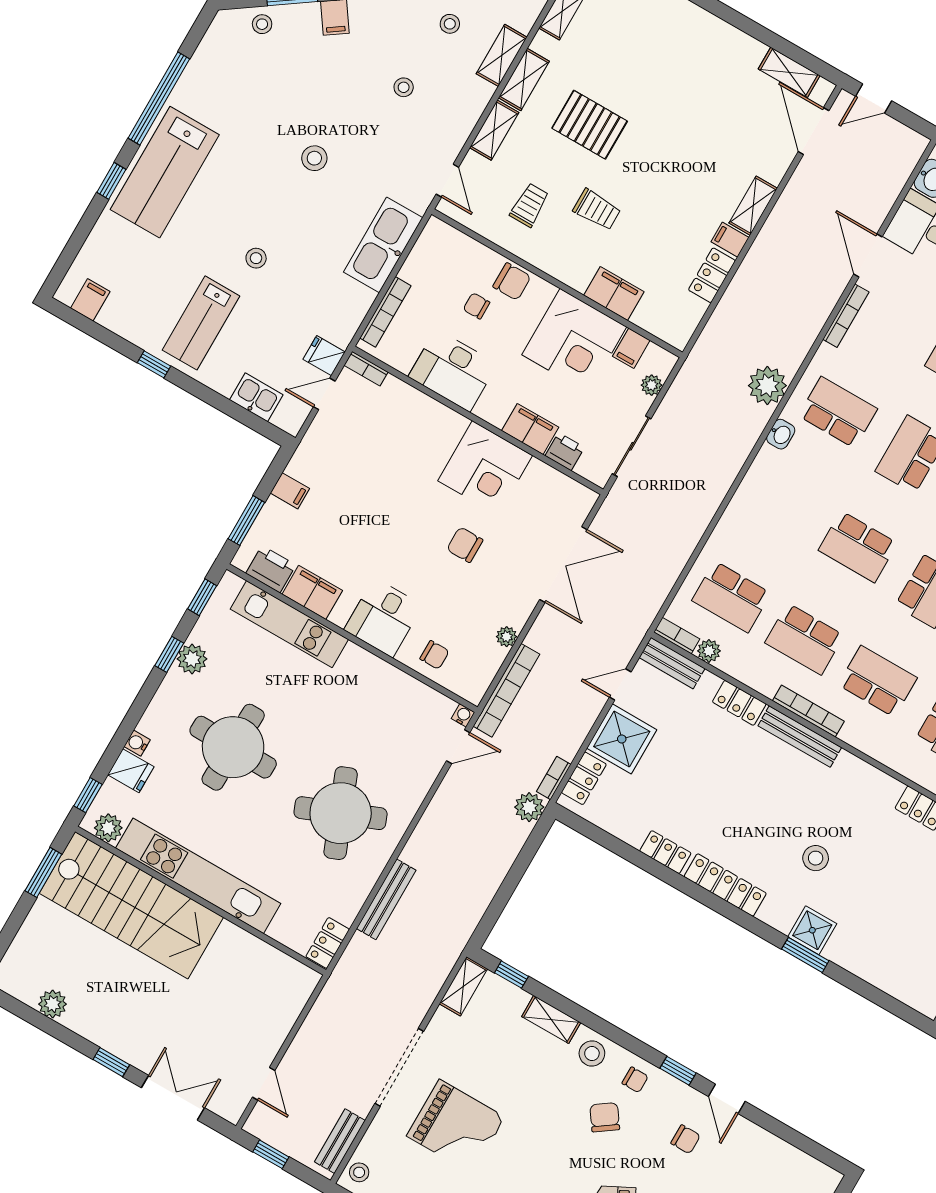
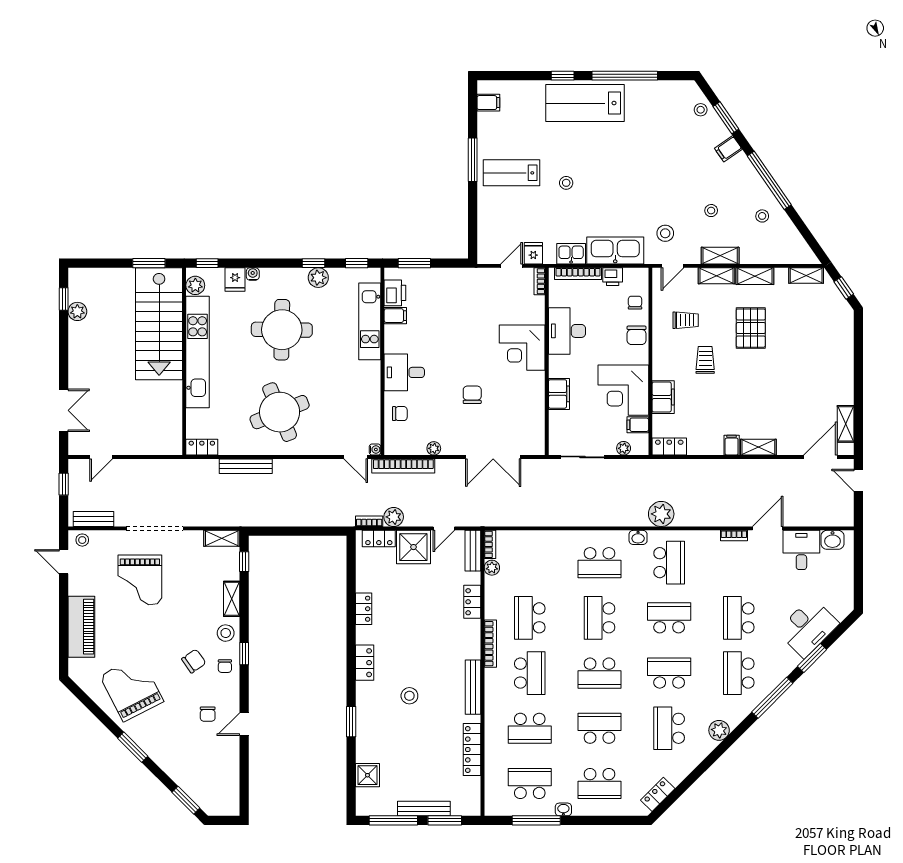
shelving: (502, 55) -> (720, 256), moved
stool: (314, 158) -> (665, 233), moved
trolley: (597, 210) -> (705, 360), turned 180
locker: (712, 275) -> (669, 447), moved
chair: (476, 306) -> (635, 303), moved
bookcase: (846, 316) -> (734, 536), width x0.64
window: (154, 364) -> (473, 160), width x2.17
door: (324, 394) -> (512, 266), hinge flipped
kitchen sink: (256, 397) -> (571, 254), moved, turned -90
printer: (565, 452) -> (613, 277), moved, turned 90
corner desk: (485, 468) -> (522, 348), moved
filing cabinet: (290, 491) -> (445, 278), removed
filing cabinet: (312, 592) -> (395, 316), width x0.50
school desk: (731, 597) -> (599, 563), moved, turned -90
chair: (434, 655) -> (400, 414), turned -90
door: (620, 685) -> (444, 528), swing flipped
bench: (800, 737) -> (473, 687), moved
plant: (529, 807) -> (394, 517), moved
locker: (725, 885) -> (365, 663), width x0.66
shower: (812, 930) -> (367, 775), moved
window: (111, 1062) -> (64, 299), moved
window: (678, 1071) -> (244, 654), moved

